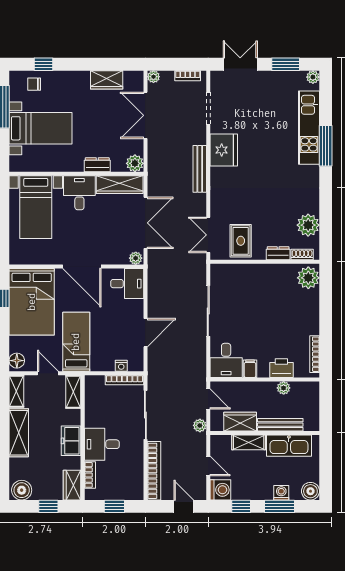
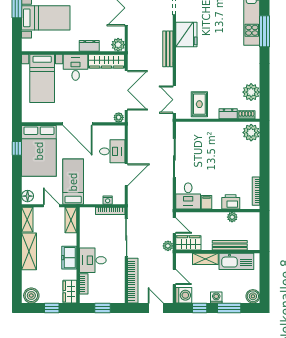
desk: (127, 284) -> (112, 151), moved
wardrobe: (240, 422) -> (188, 243), moved
washing machine: (281, 493) -> (216, 297), moved

